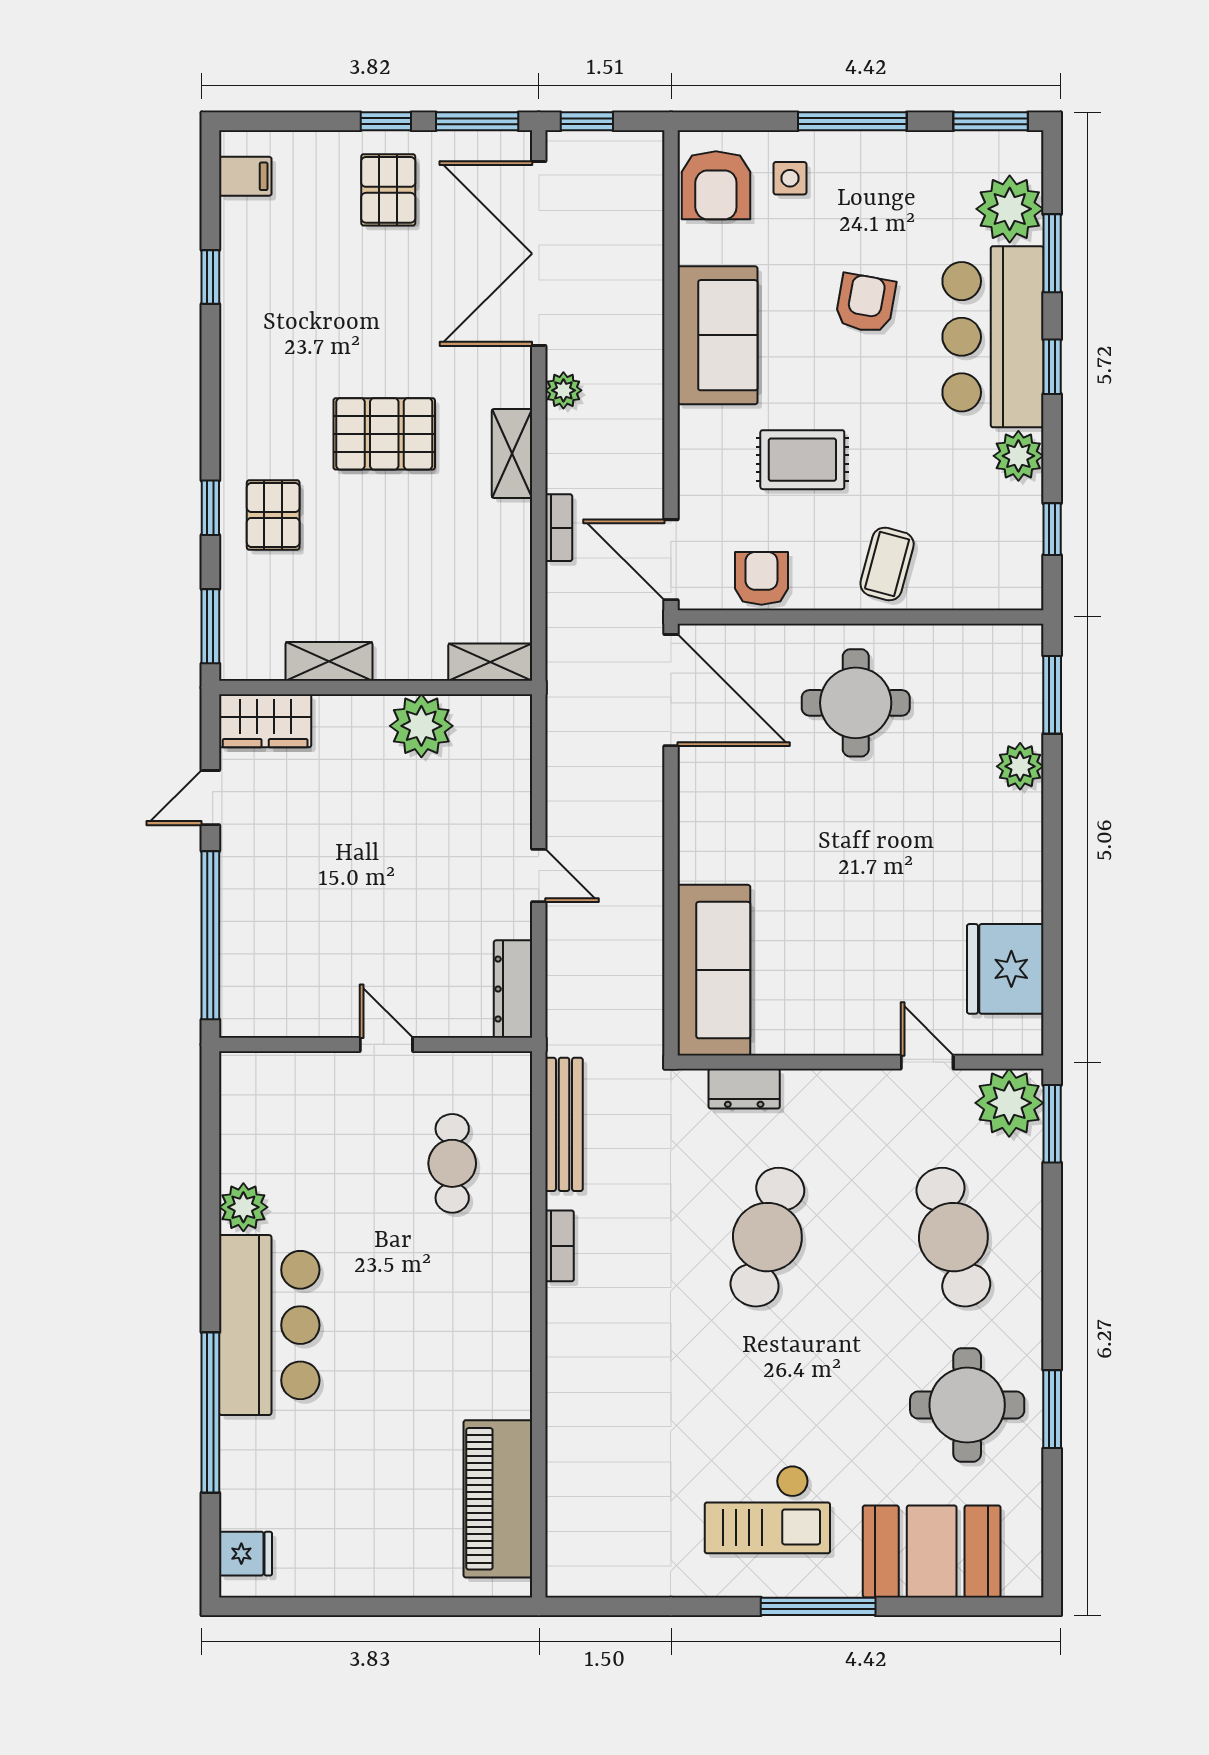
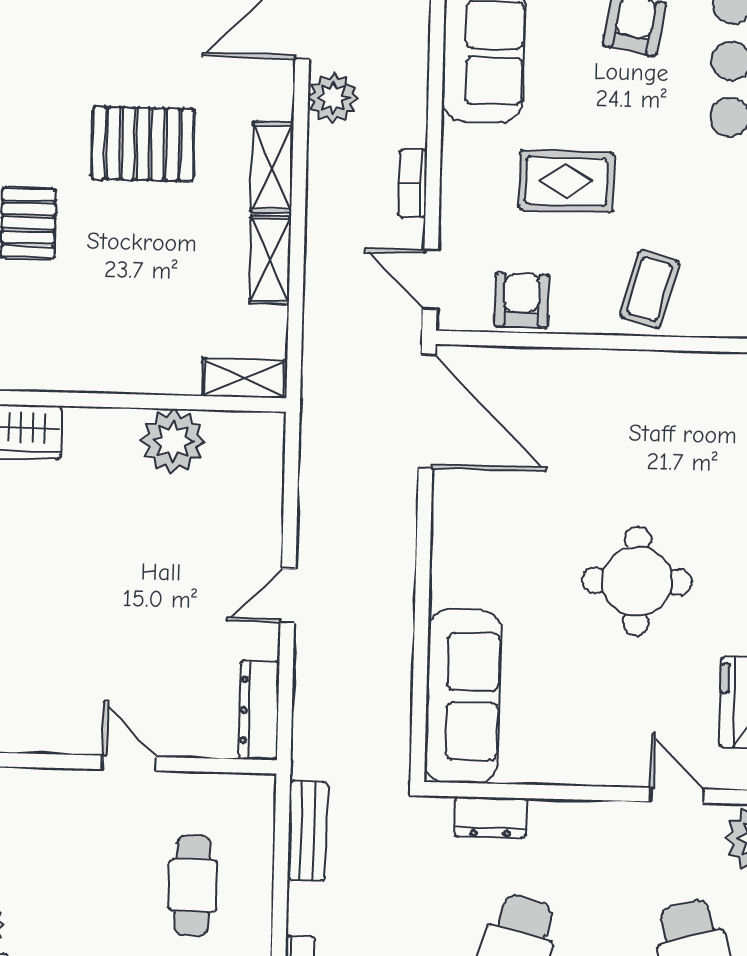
plant: (563, 390) -> (333, 98), width x1.38, depth x1.38
bookcase: (559, 528) -> (413, 184), moved, turned 180
door: (671, 560) -> (430, 279), width x0.73
shelving: (329, 661) -> (270, 260), moved, turned 90
round table: (856, 703) -> (637, 581), moved
door: (539, 875) -> (288, 596), swing flipped
bench: (564, 1124) -> (308, 831), width x0.73

